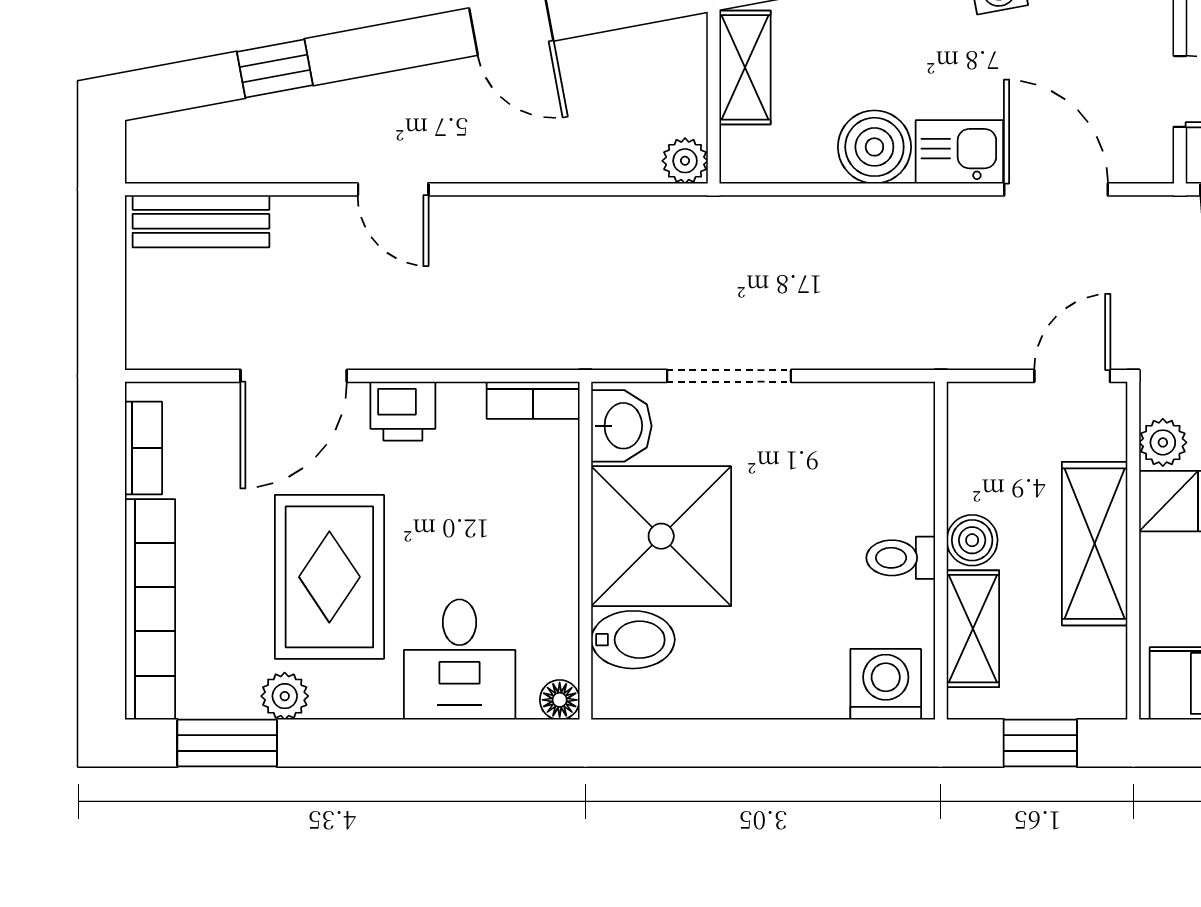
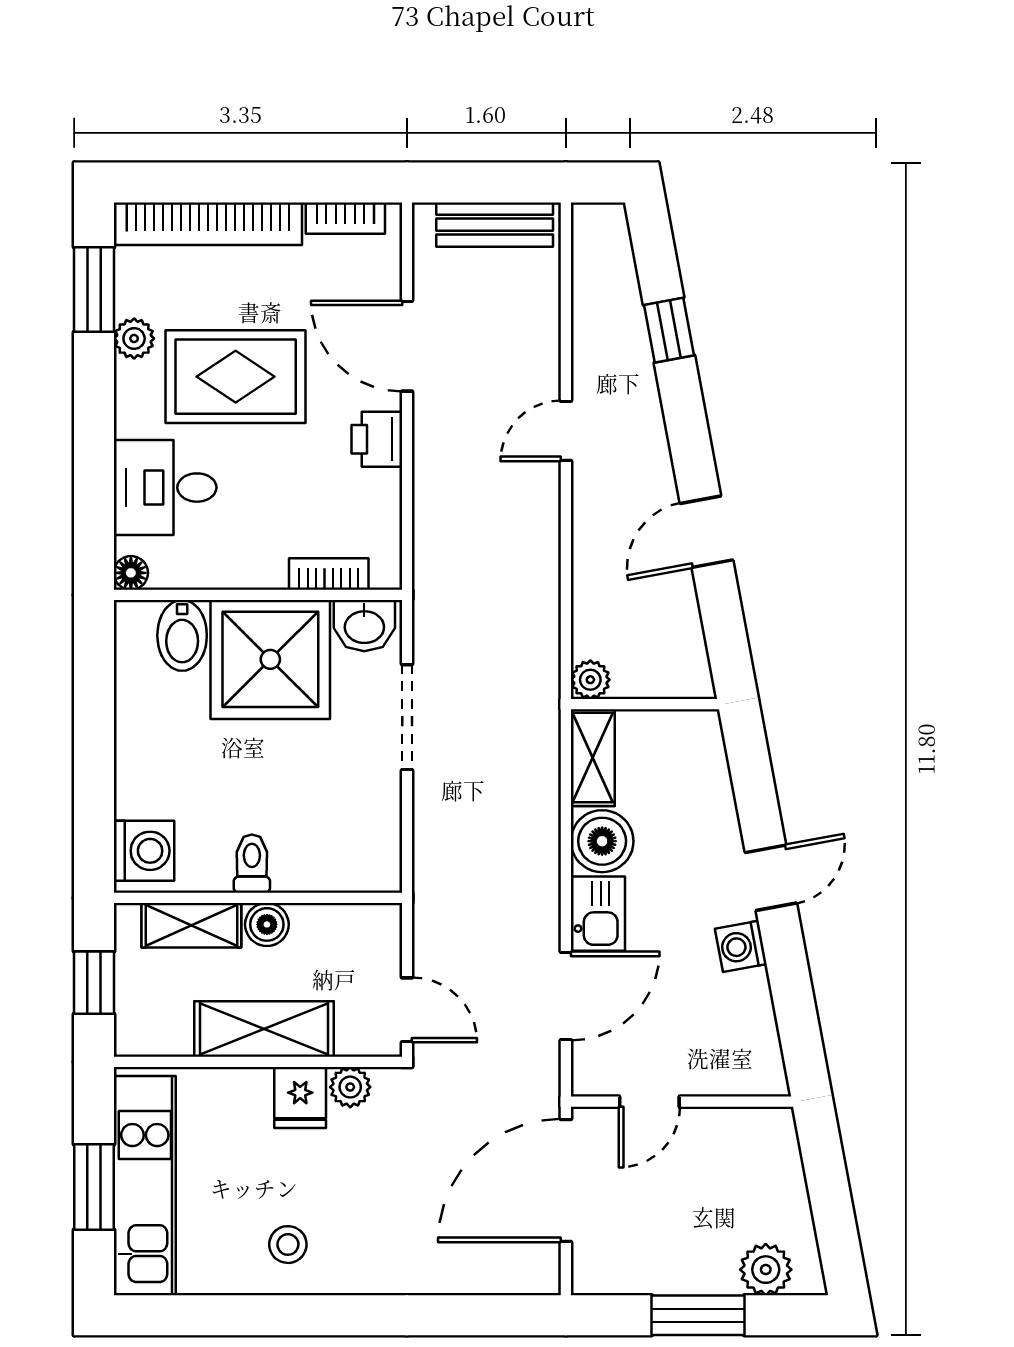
shelving: (745, 67) -> (593, 758), moved, turned 90
bench: (201, 221) -> (495, 225), moved, turned 90
bookcase: (533, 400) -> (329, 574), moved, turned 90

